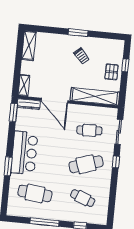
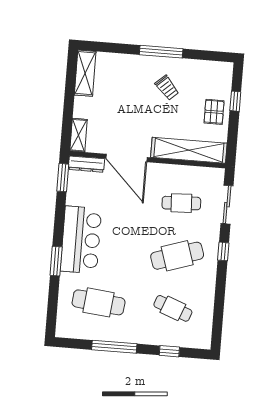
window: (78, 33) -> (161, 52), width x1.44

